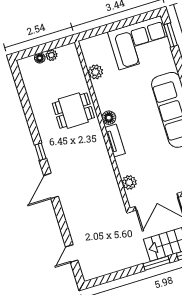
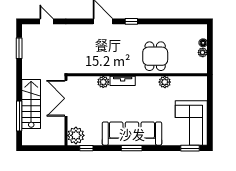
plant: (95, 72) -> (165, 82), moved
floor lamp: (109, 118) -> (141, 82), removed
plant: (129, 182) -> (103, 82), moved
window: (156, 263) -> (19, 48), moved

